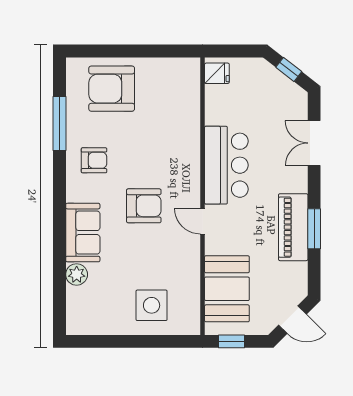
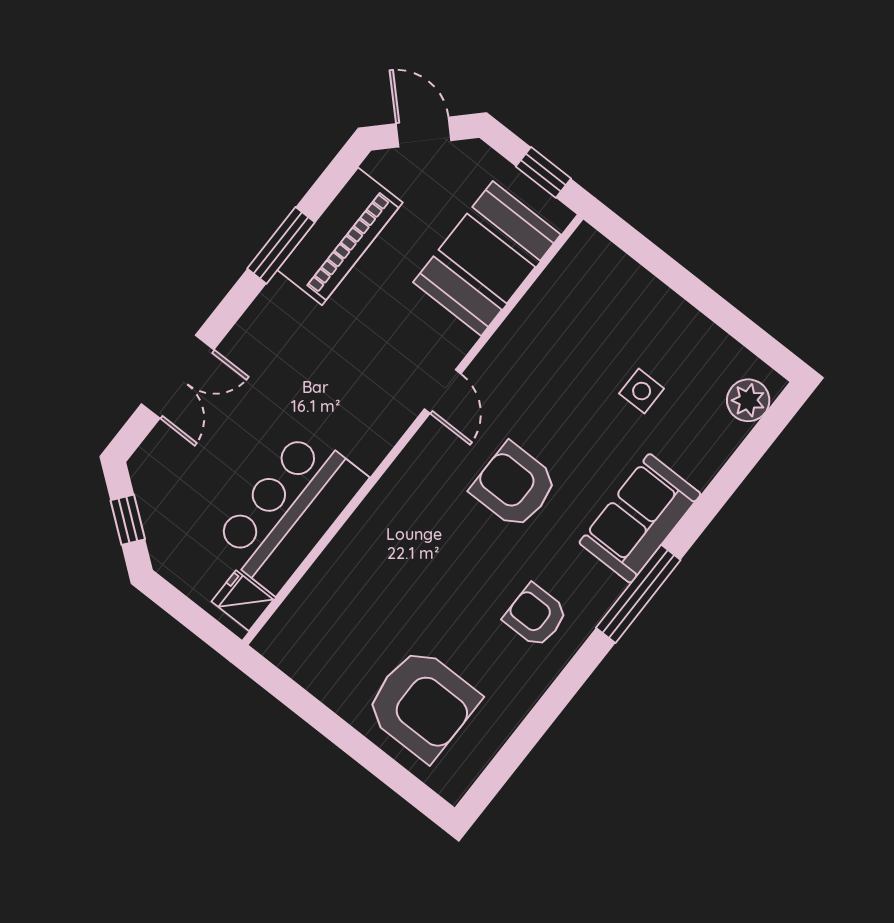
window: (59, 123) -> (638, 594), moved
bar counter: (226, 165) -> (290, 511), moved
piano: (293, 227) -> (340, 236), moved
plant: (77, 274) -> (748, 400), moved
side table: (152, 305) -> (642, 391), moved, width x0.54, depth x0.54

